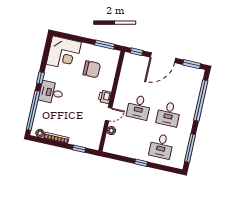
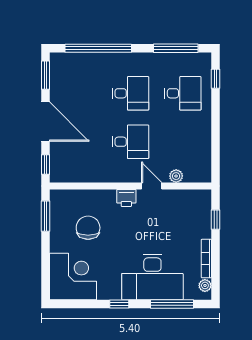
desk: (51, 92) -> (152, 277), width x1.87, depth x1.30
window: (33, 110) -> (172, 304), width x0.68
window: (141, 163) -> (215, 79), moved

